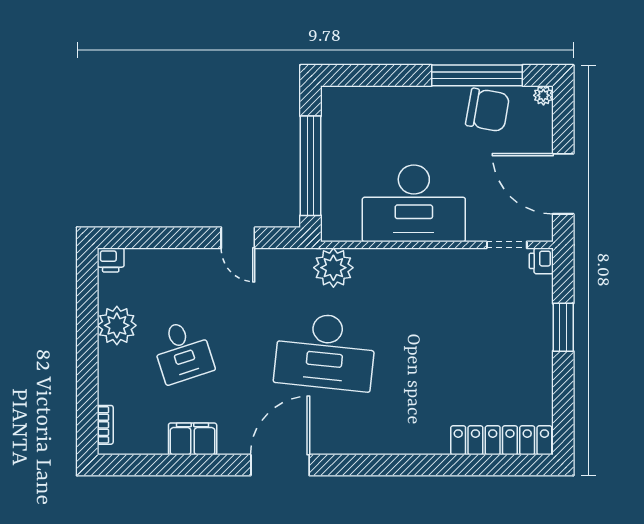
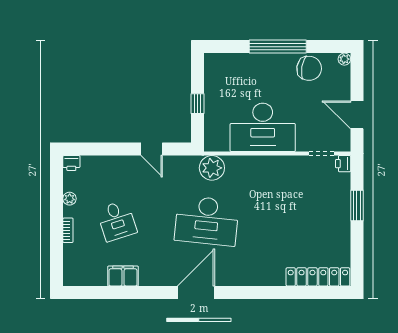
window: (477, 75) -> (278, 47), moved
window: (311, 166) -> (197, 104), width x0.32
door: (563, 184) -> (357, 115), width x0.73
plant: (117, 325) -> (70, 199), width x0.53, depth x0.53
bookcase: (105, 425) -> (68, 230), moved
door: (280, 465) -> (196, 292), moved

